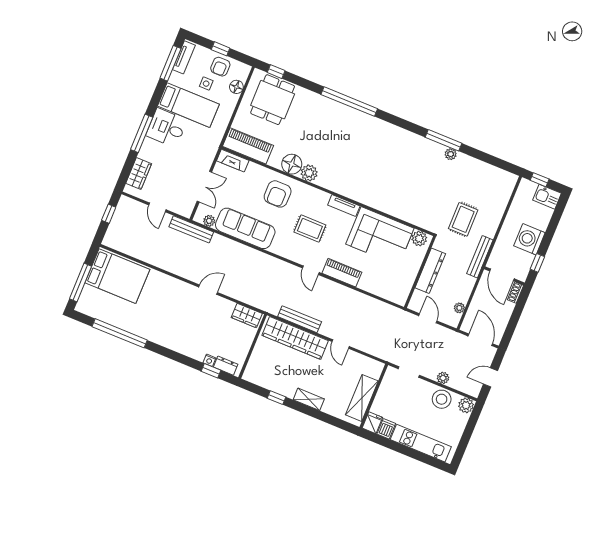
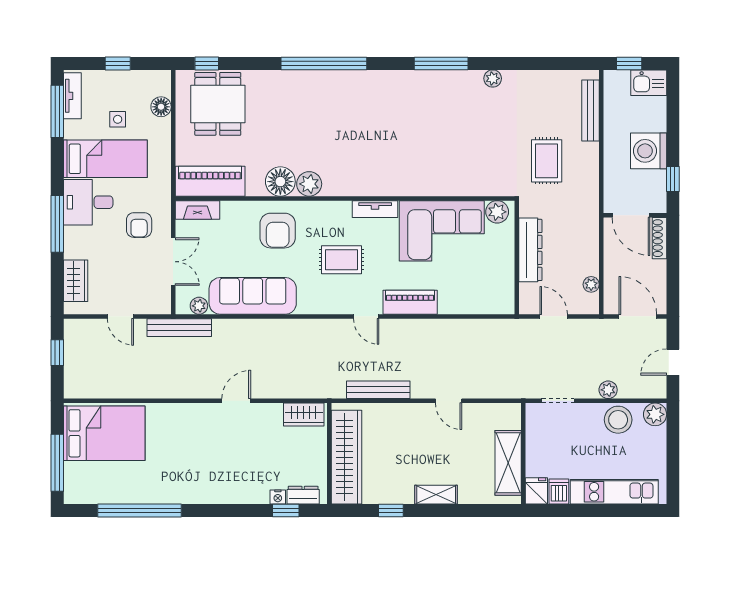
armchair: (220, 67) -> (139, 225), moved
window: (443, 140) -> (441, 63), moved
bench: (480, 257) -> (590, 110), moved
shoe rack: (515, 293) -> (659, 238), width x1.43
wardrobe: (295, 338) -> (347, 457), moved, turned -90

